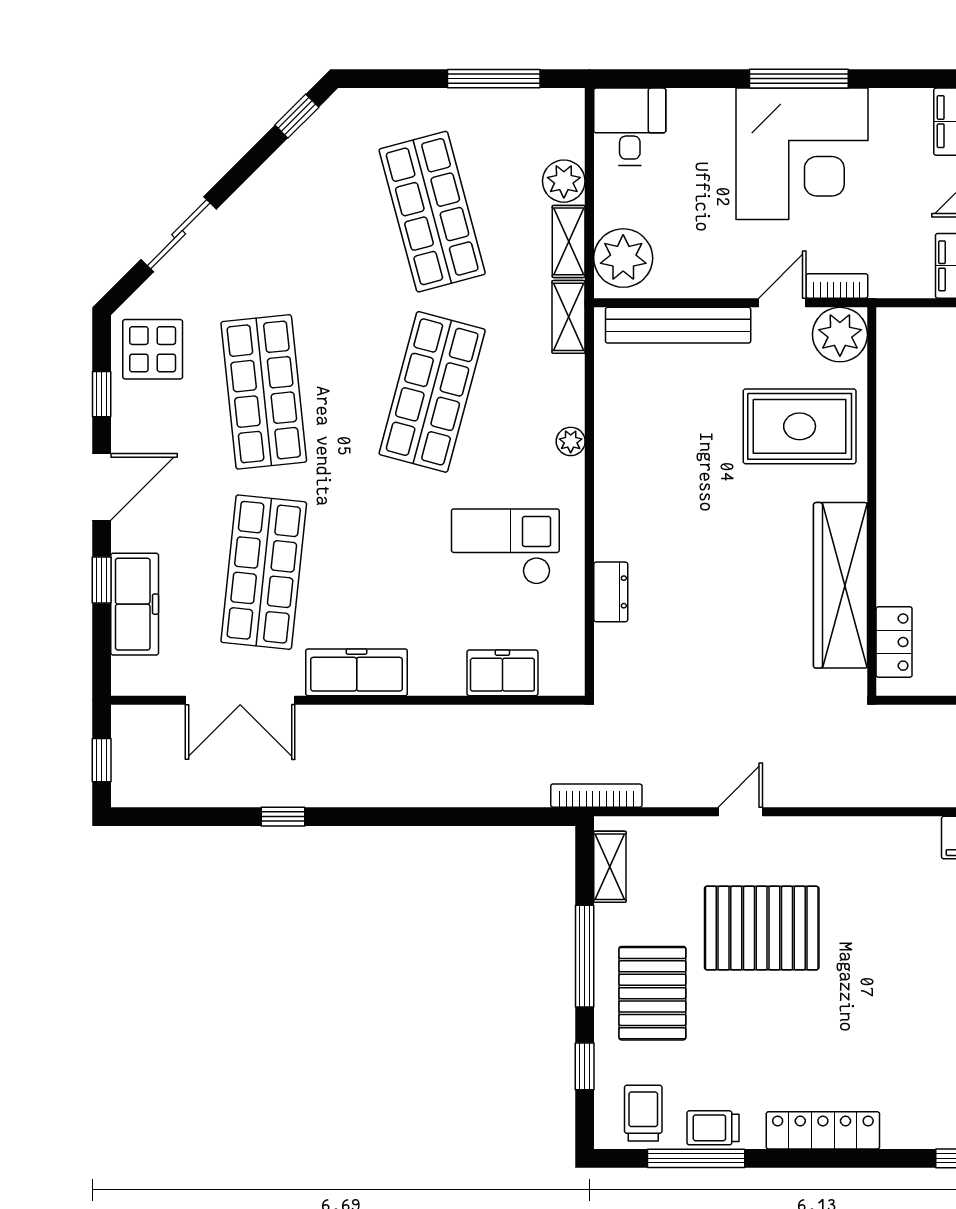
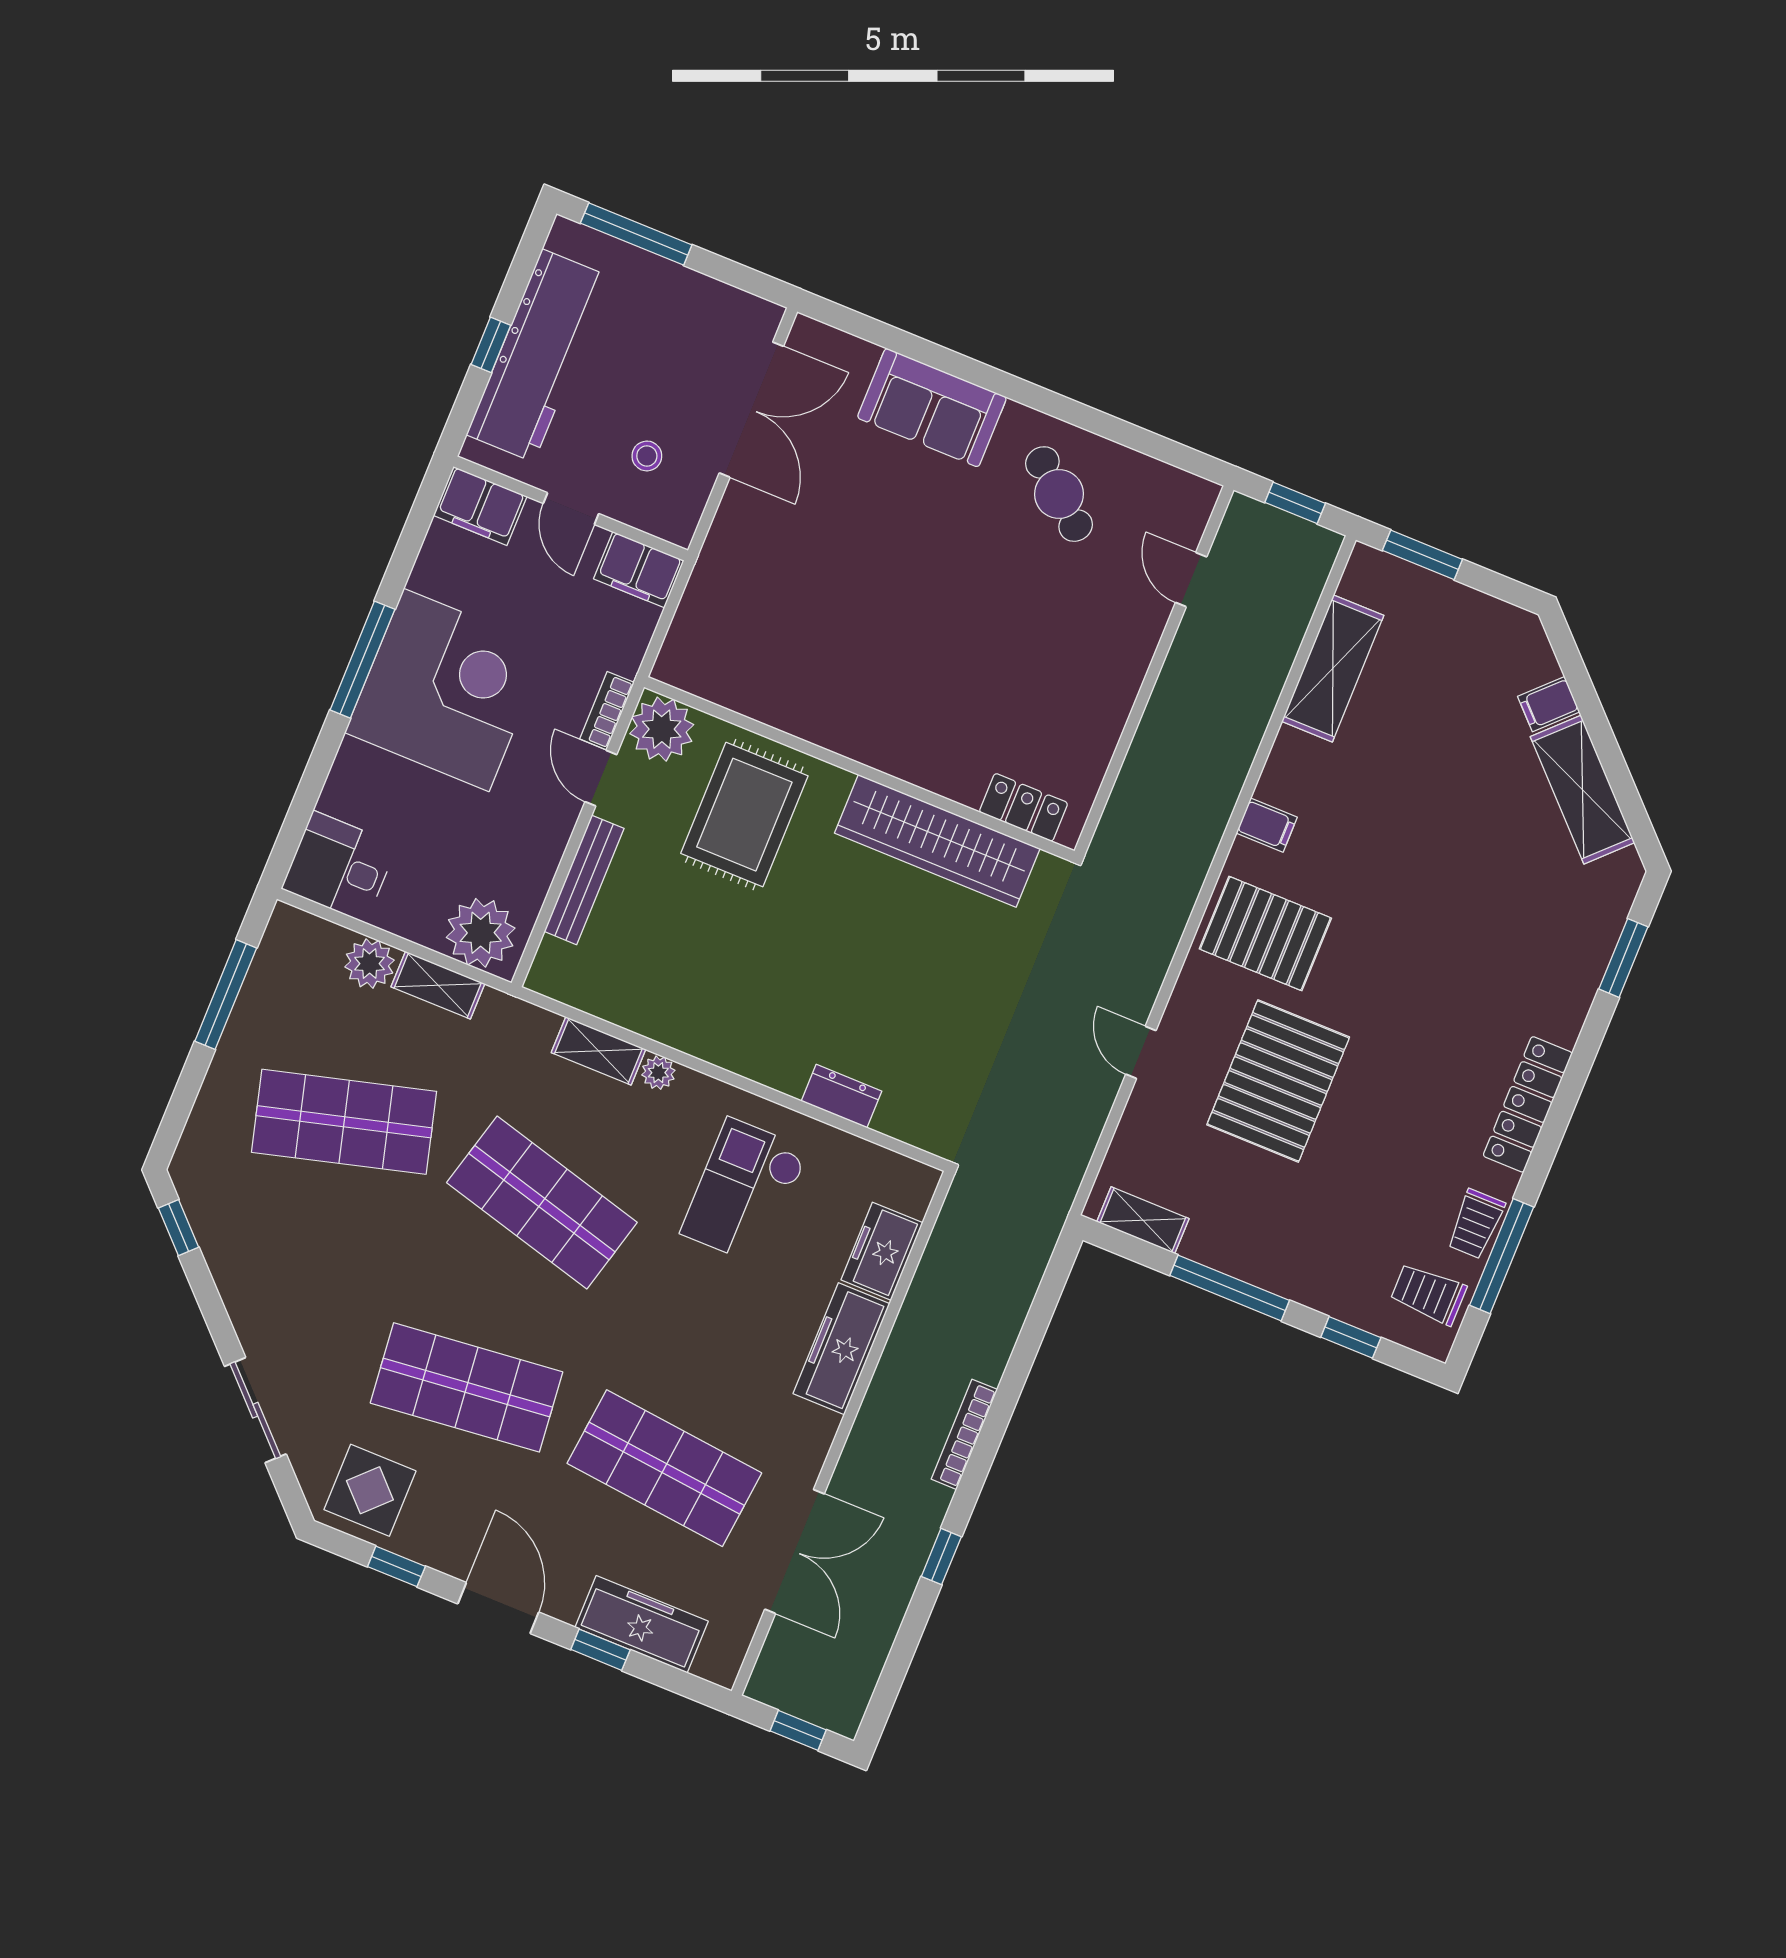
shelving: (569, 317) -> (598, 1051), moved
bench: (678, 325) -> (584, 880), width x0.73, depth x0.82
freezer: (357, 672) -> (841, 1349), moved
bookcase: (596, 796) -> (964, 1434), moved
pallet: (652, 993) -> (1265, 933), moved

